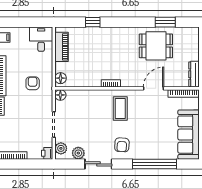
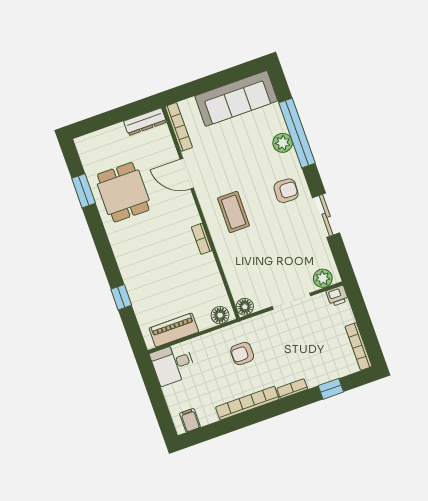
coffee table: (120, 108) -> (233, 212), turned 90
plant: (78, 153) -> (283, 143), moved

